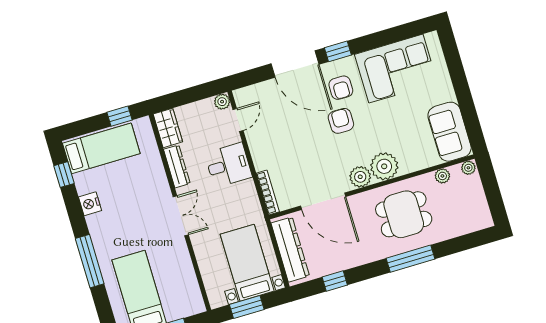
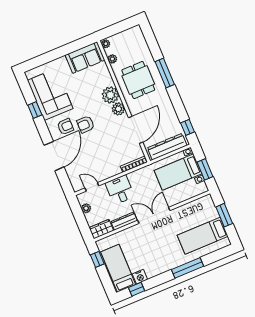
window: (338, 51) -> (35, 110), moved
plant: (222, 102) -> (86, 208), moved
nightstand: (90, 204) -> (140, 277), moved
double door: (181, 216) -> (154, 215), width x1.37
window: (335, 281) -> (187, 127), moved

